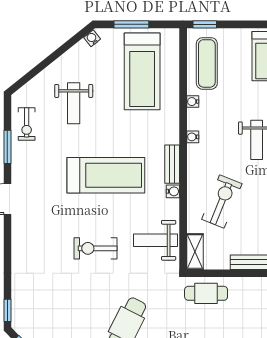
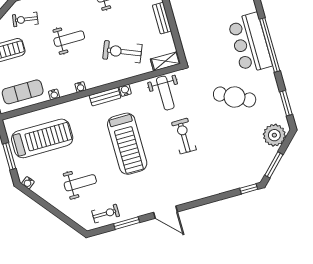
treadmill: (106, 175) -> (127, 144), turned 180
exercise bike: (96, 248) -> (184, 136), turned 180
cafe table: (206, 293) -> (194, 44), removed

